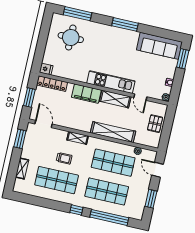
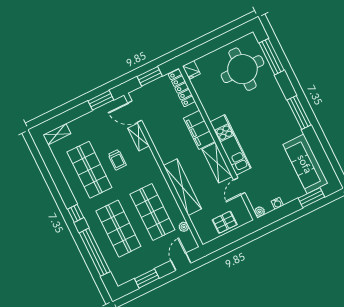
round table: (71, 38) -> (242, 69), width x1.36, depth x1.36
door: (44, 124) -> (135, 112), swing flipped
shelving: (78, 138) -> (139, 137), moved
shelving: (22, 168) -> (57, 134), moved

